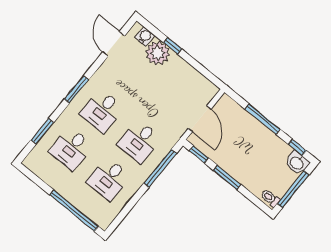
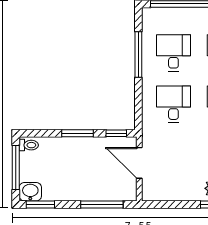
window: (262, 119) -> (102, 204), moved
window: (297, 147) -> (40, 204), width x1.50
window: (160, 168) -> (138, 55), moved

